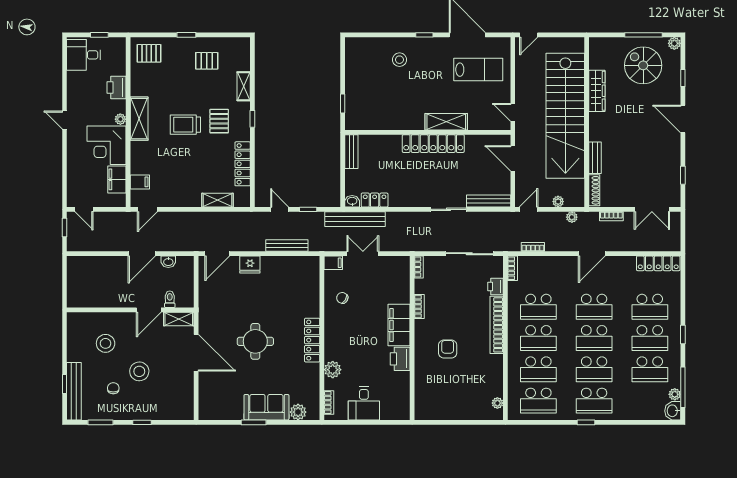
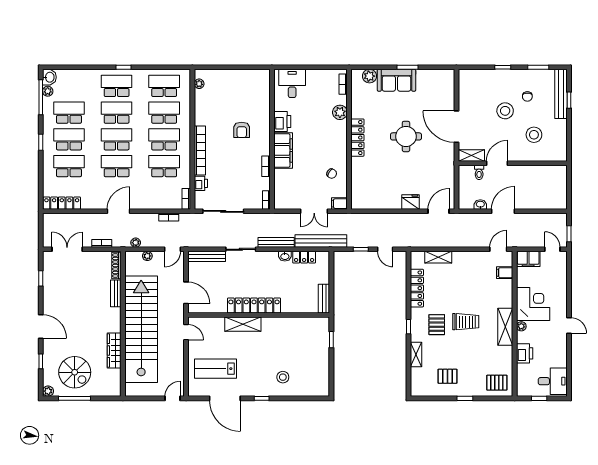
filing cabinet: (117, 179) -> (528, 259), moved, turned 90
washbasin: (352, 201) -> (285, 256), moved
bench: (287, 246) -> (276, 242), moved
desk: (364, 403) -> (292, 83), moved

